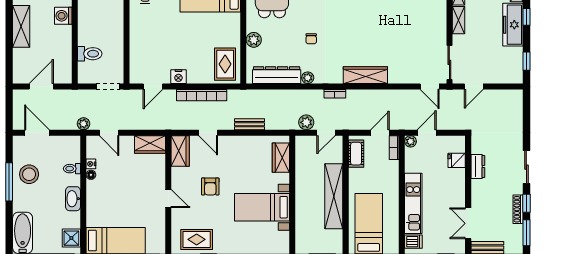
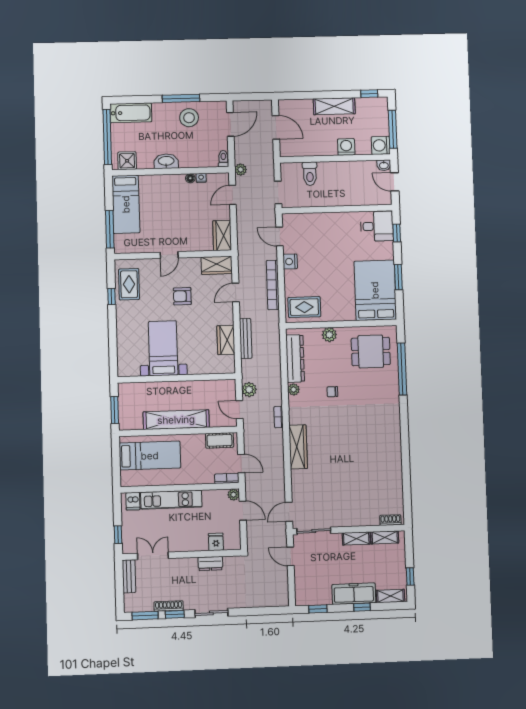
bench: (250, 124) -> (246, 339), width x1.36
wardrobe: (281, 158) -> (226, 340), moved, turned -90
toilet: (72, 169) -> (223, 159), moved

